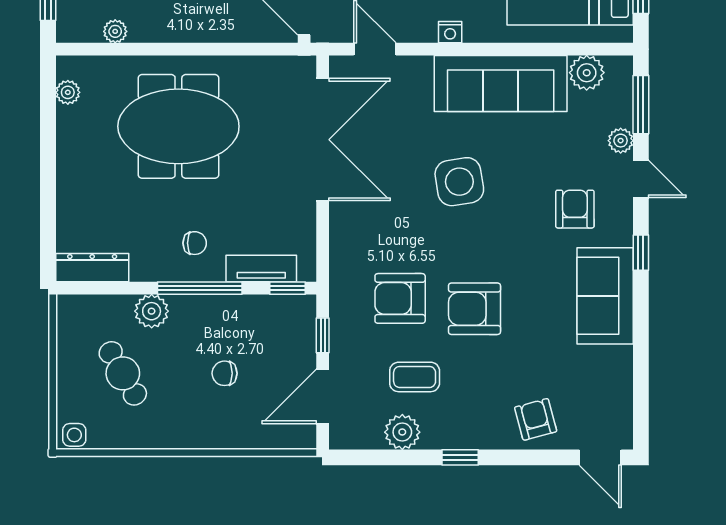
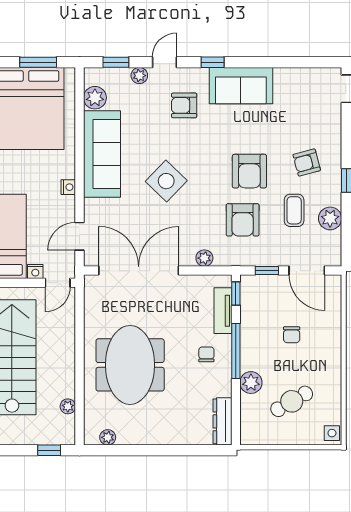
window: (641, 105) -> (116, 62), width x0.67
side table: (459, 182) -> (166, 181), turned -37
plant: (342, 240) -> (204, 258), added
armchair: (536, 419) -> (307, 163), moved

